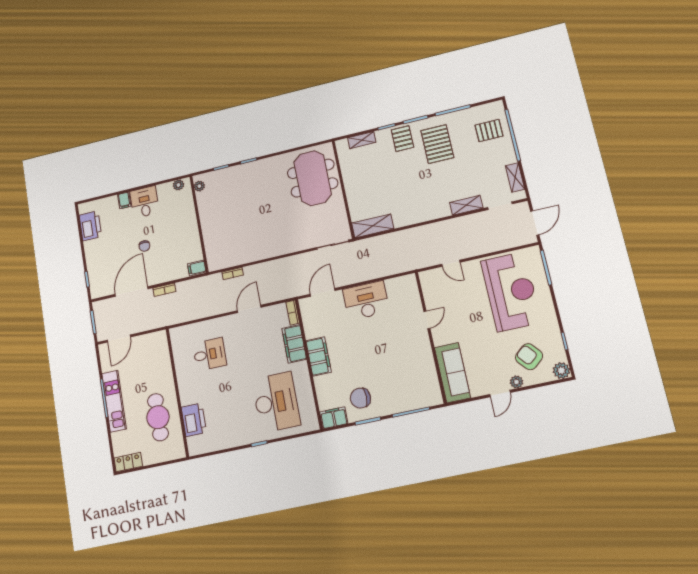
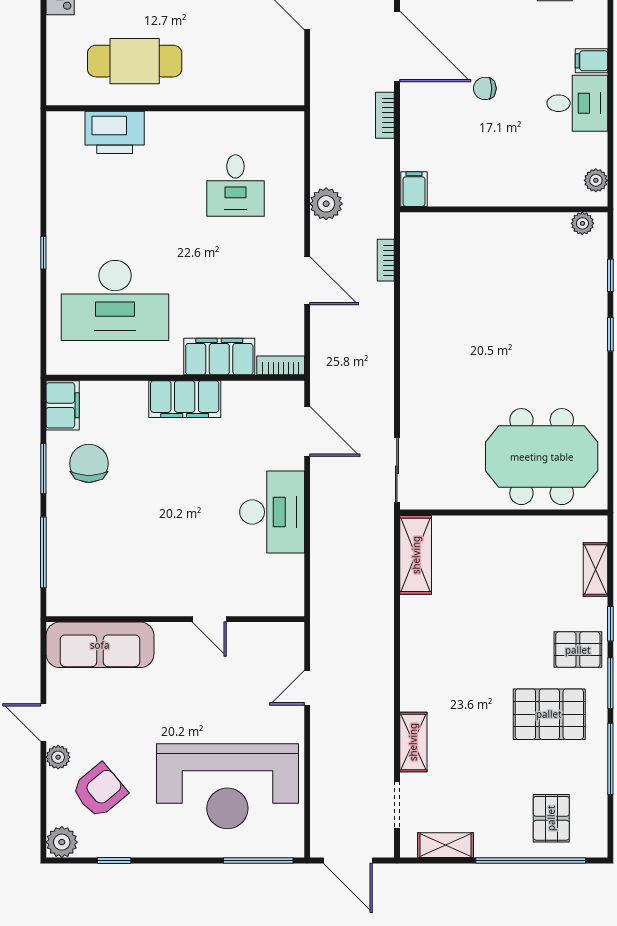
plant: (211, 308) -> (326, 204), added

